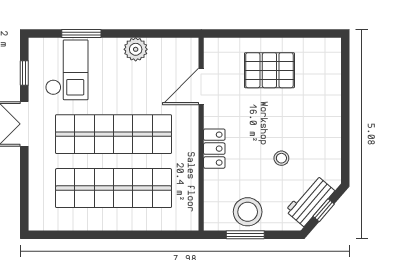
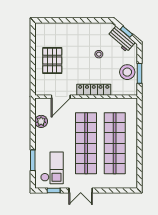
plant: (136, 49) -> (41, 121), moved
checkout: (67, 70) -> (52, 168), turned 90
door: (201, 86) -> (61, 97), hinge flipped
locker: (214, 149) -> (94, 90), width x1.53

